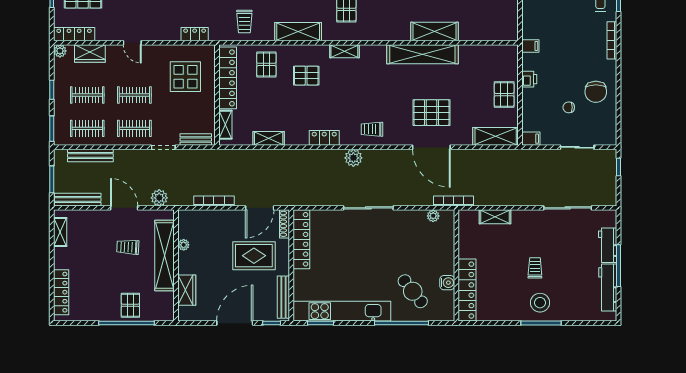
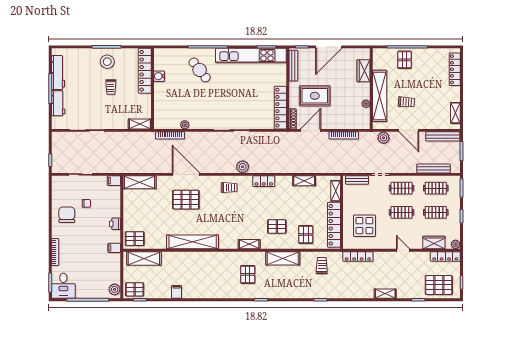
shelving: (434, 31) -> (144, 258), moved
locker: (195, 34) -> (358, 257), width x1.53
pallet: (504, 95) -> (135, 239), moved, turned 90
wall: (456, 265) -> (153, 89), moved
water cooler: (447, 283) -> (159, 76), moved
locker: (467, 290) -> (145, 71), moved

